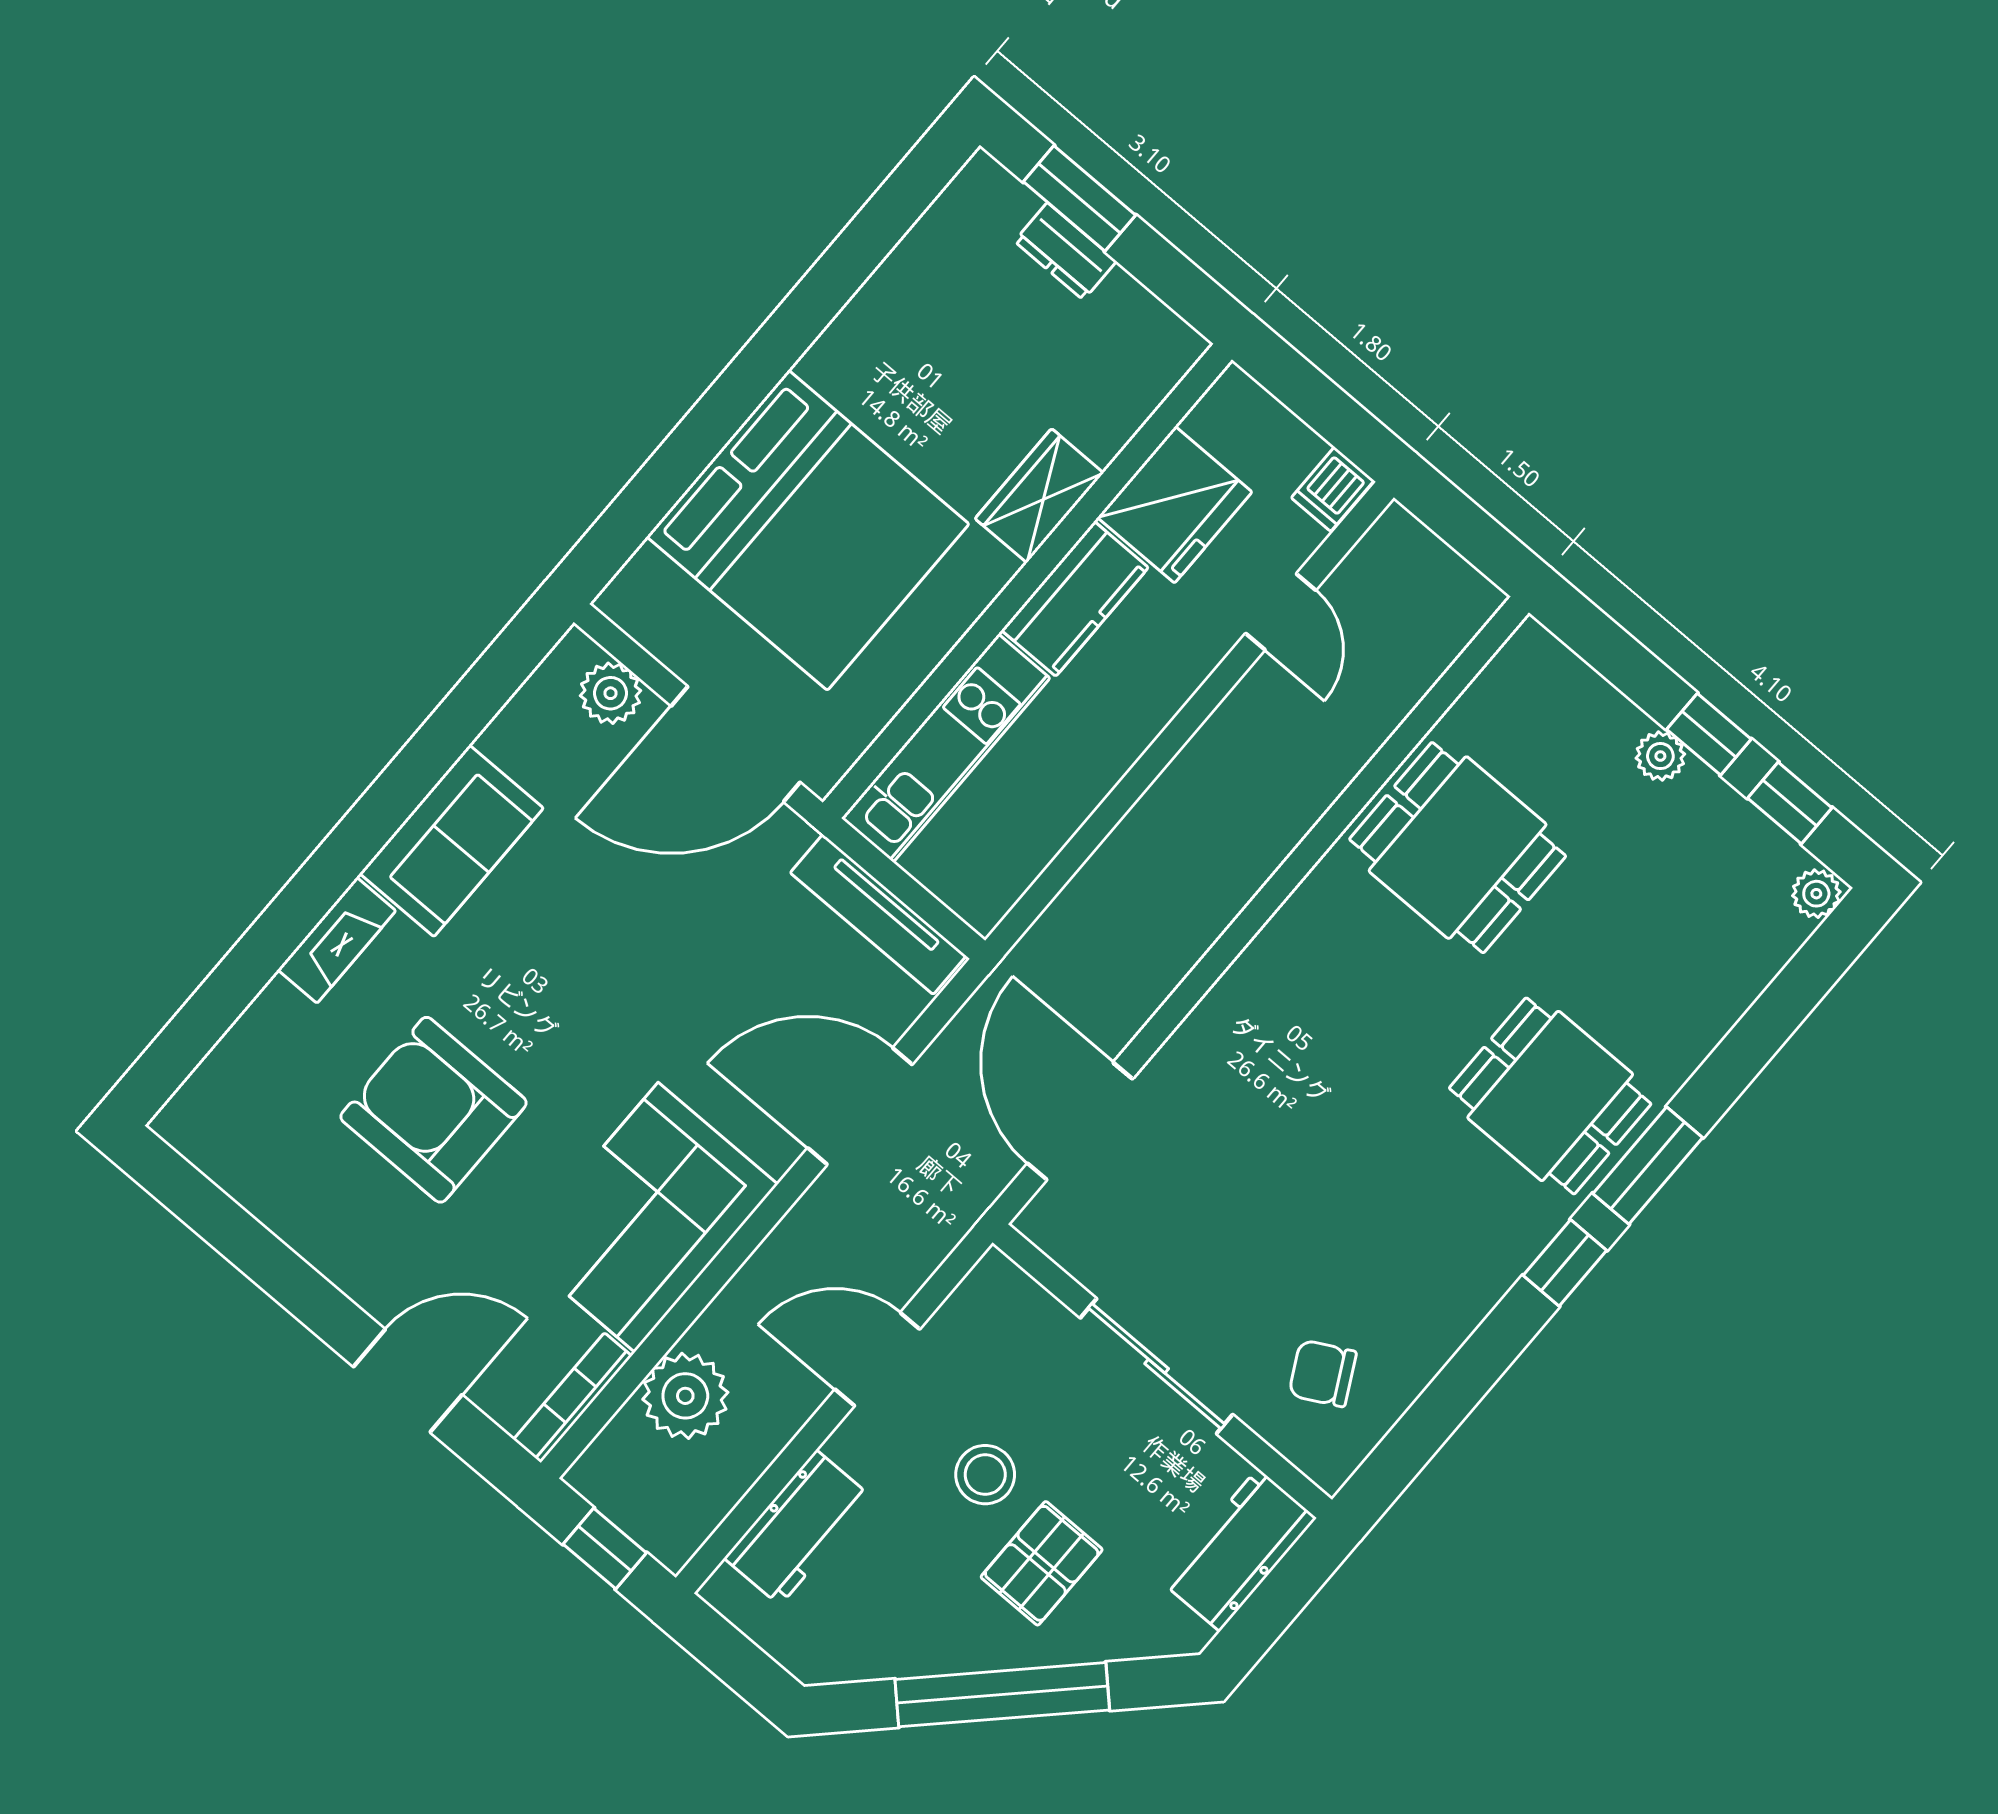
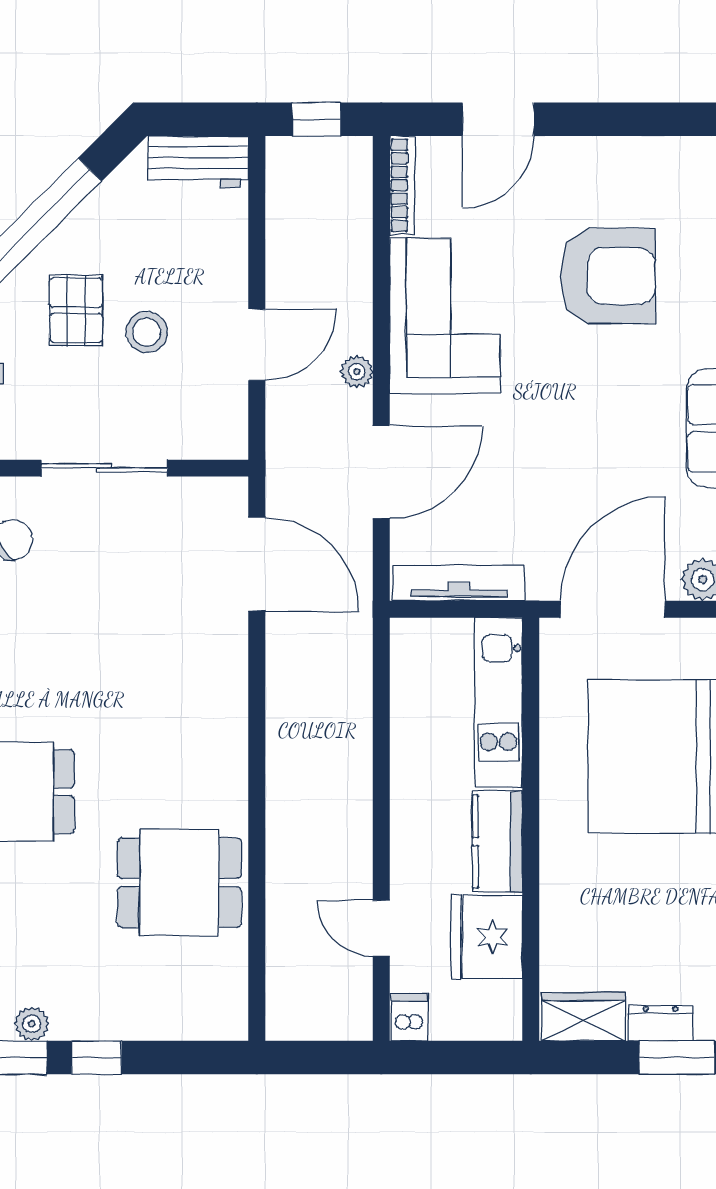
wardrobe: (1039, 496) -> (584, 1017), moved, turned -90
plant: (1660, 756) -> (32, 1024), moved
plant: (685, 1396) -> (357, 372), moved, width x0.53, depth x0.53
workbench: (798, 1528) -> (198, 162), moved, turned -90

